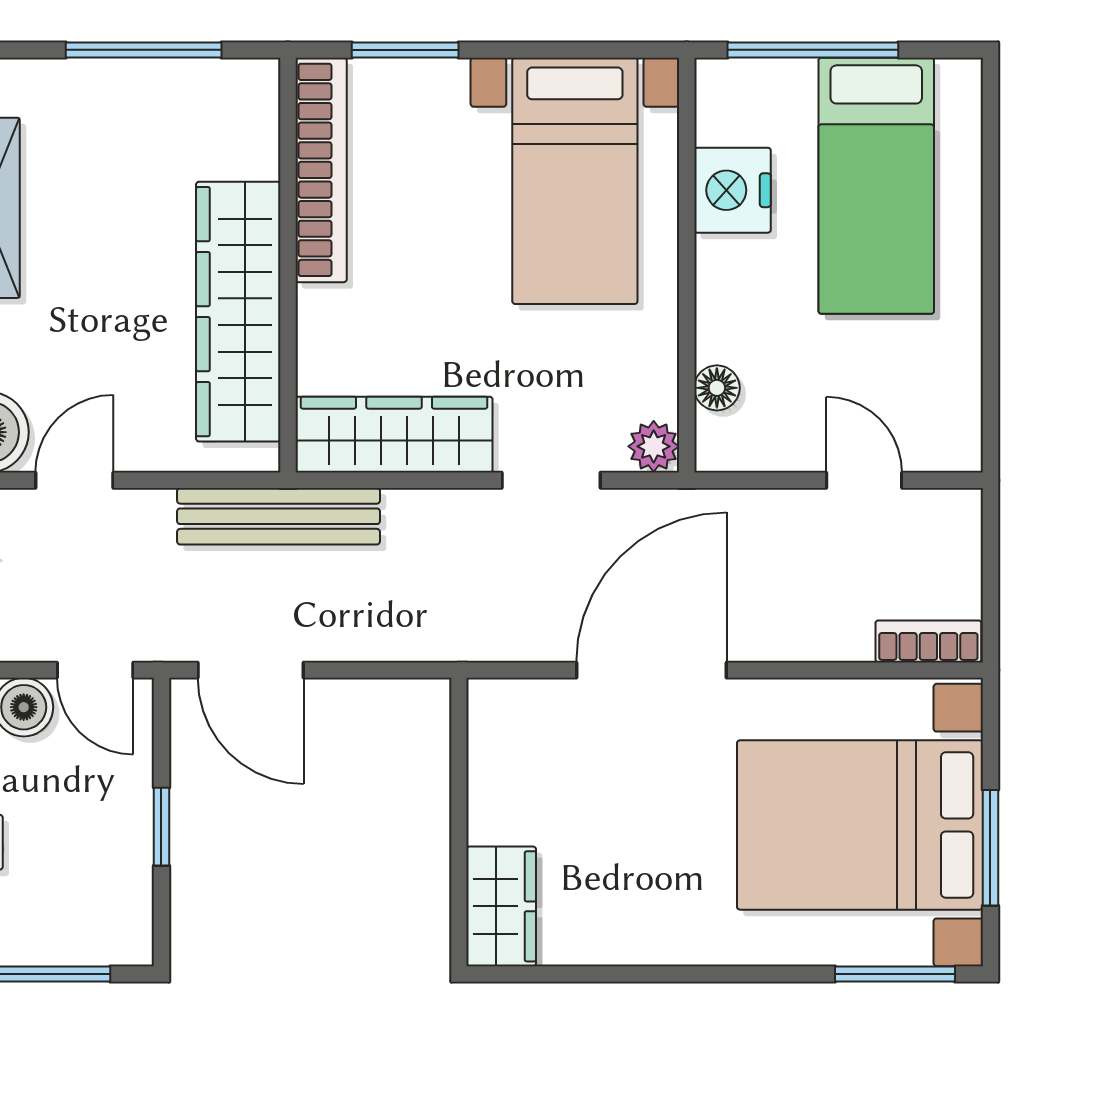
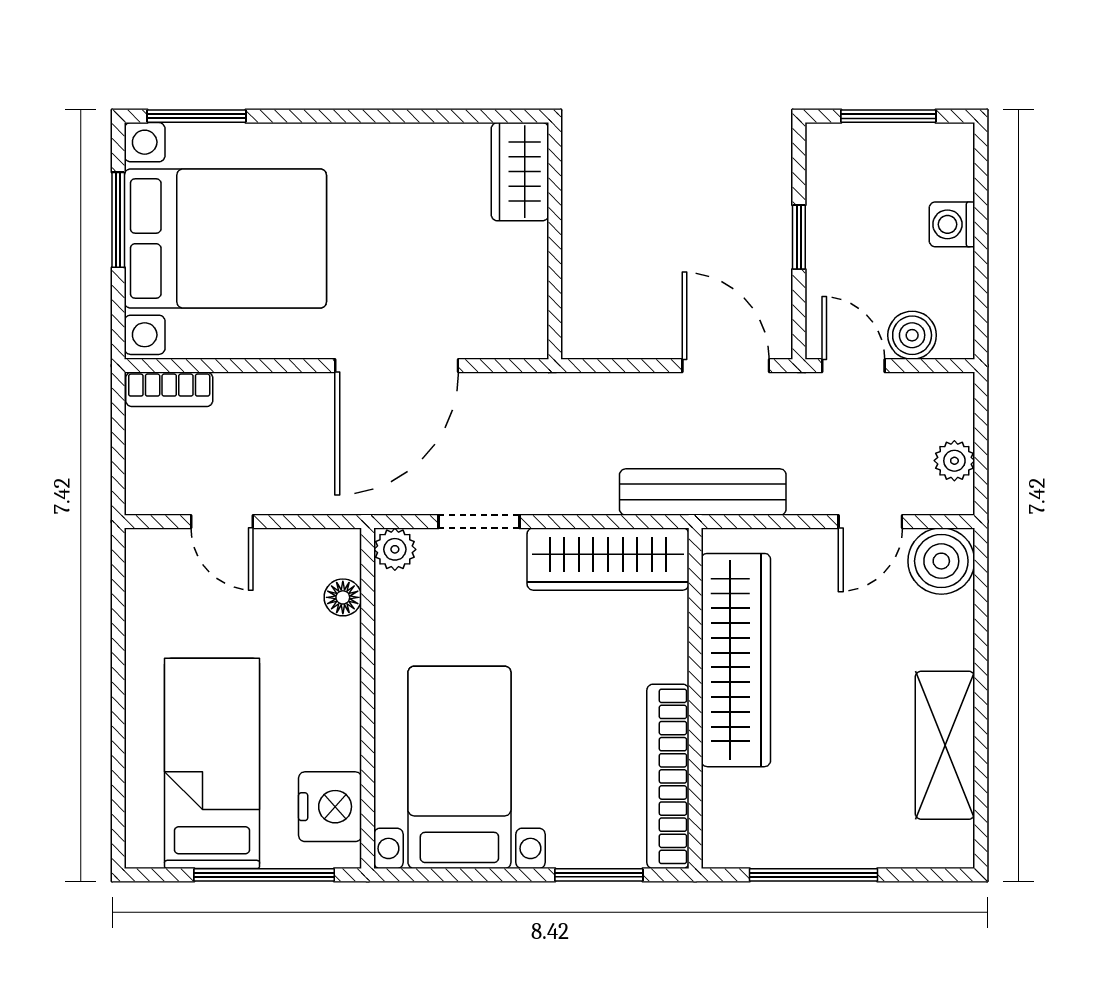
nightstand: (732, 190) -> (330, 807), moved

